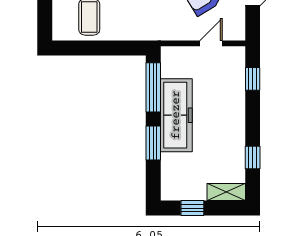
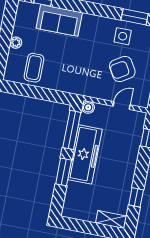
boiler: (169, 54) -> (88, 107), added
window: (192, 208) -> (83, 227), removed

